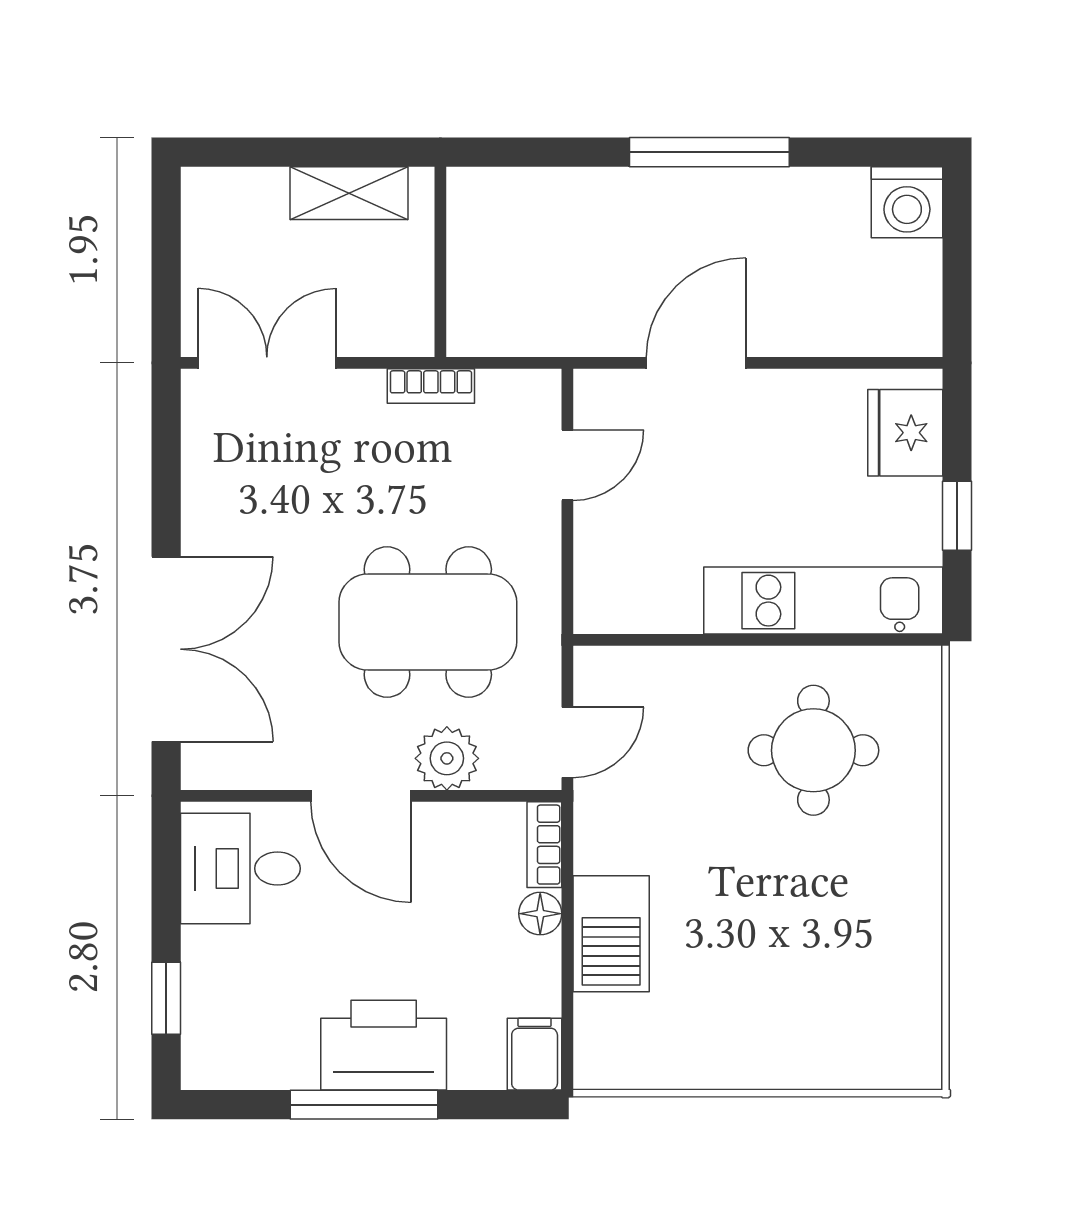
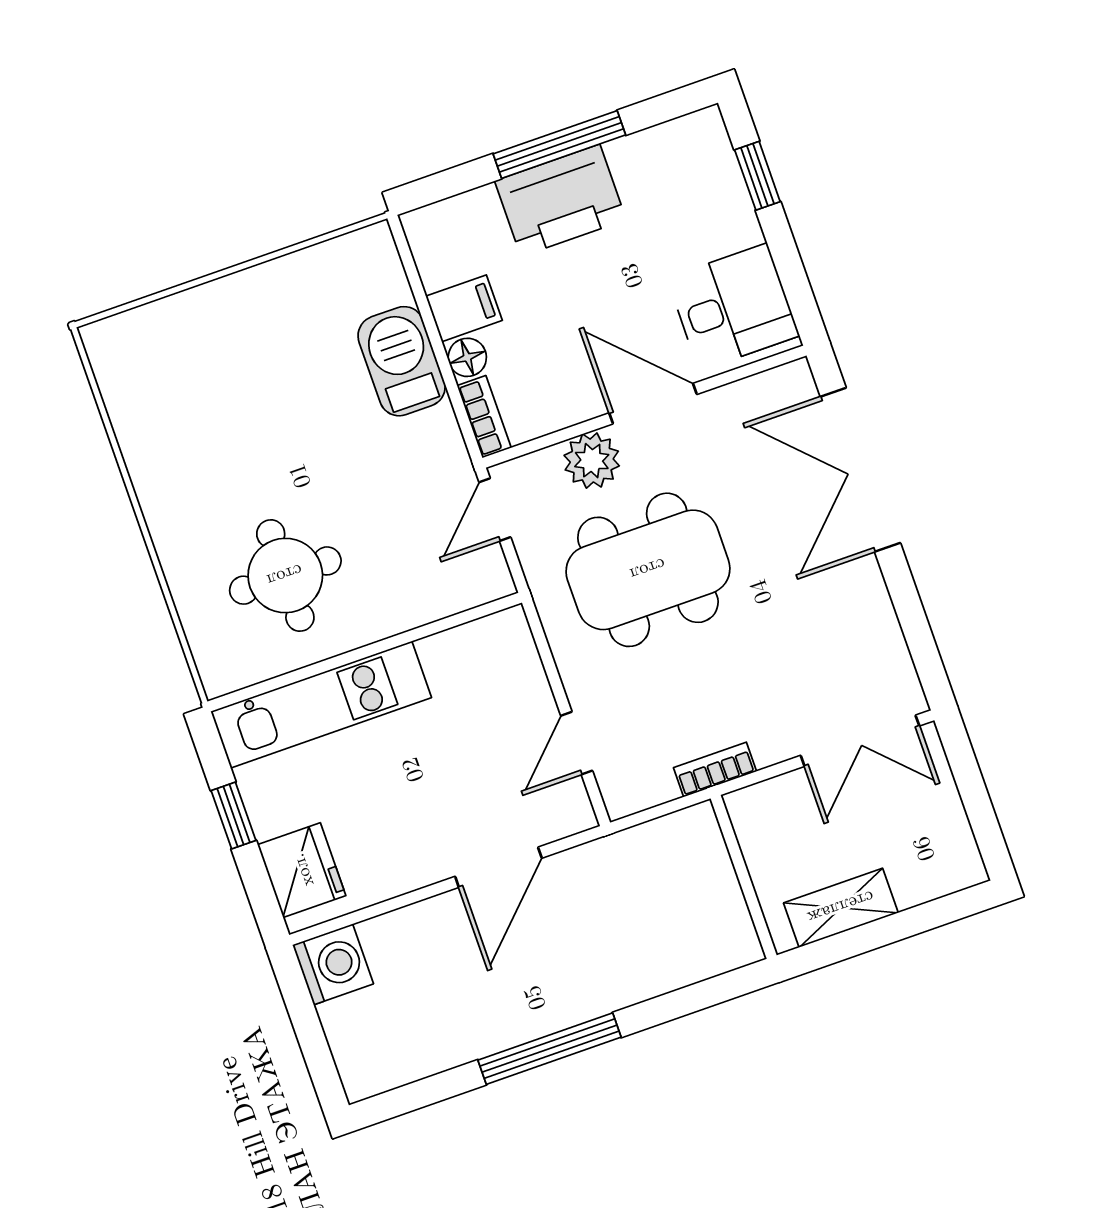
washing machine: (907, 202) -> (333, 964), moved, turned 90
filing cabinet: (535, 1054) -> (464, 308), moved, turned -90

